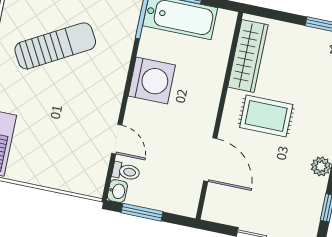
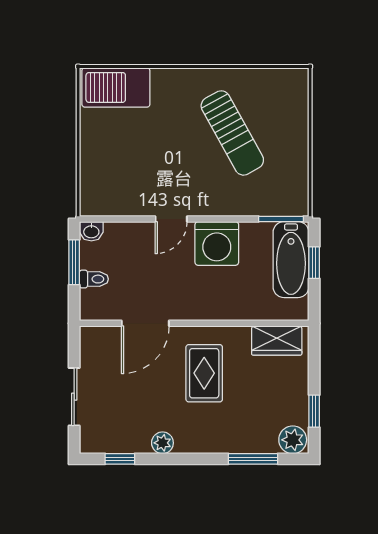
wardrobe: (248, 56) -> (277, 341), width x0.67
door: (117, 139) -> (171, 219), moved
toilet: (126, 171) -> (94, 279), moved, turned -90

